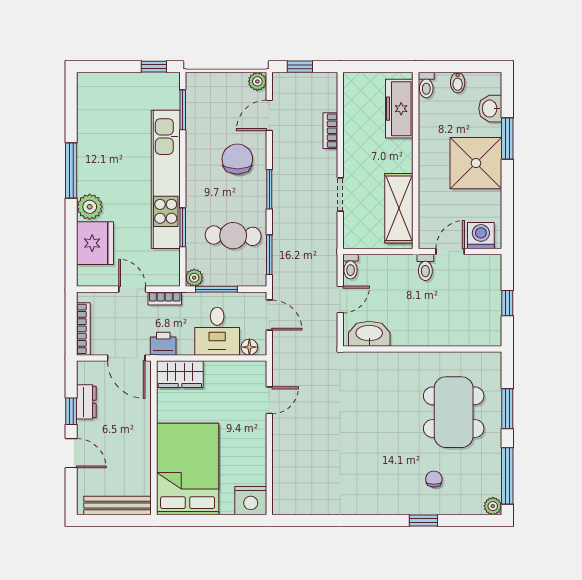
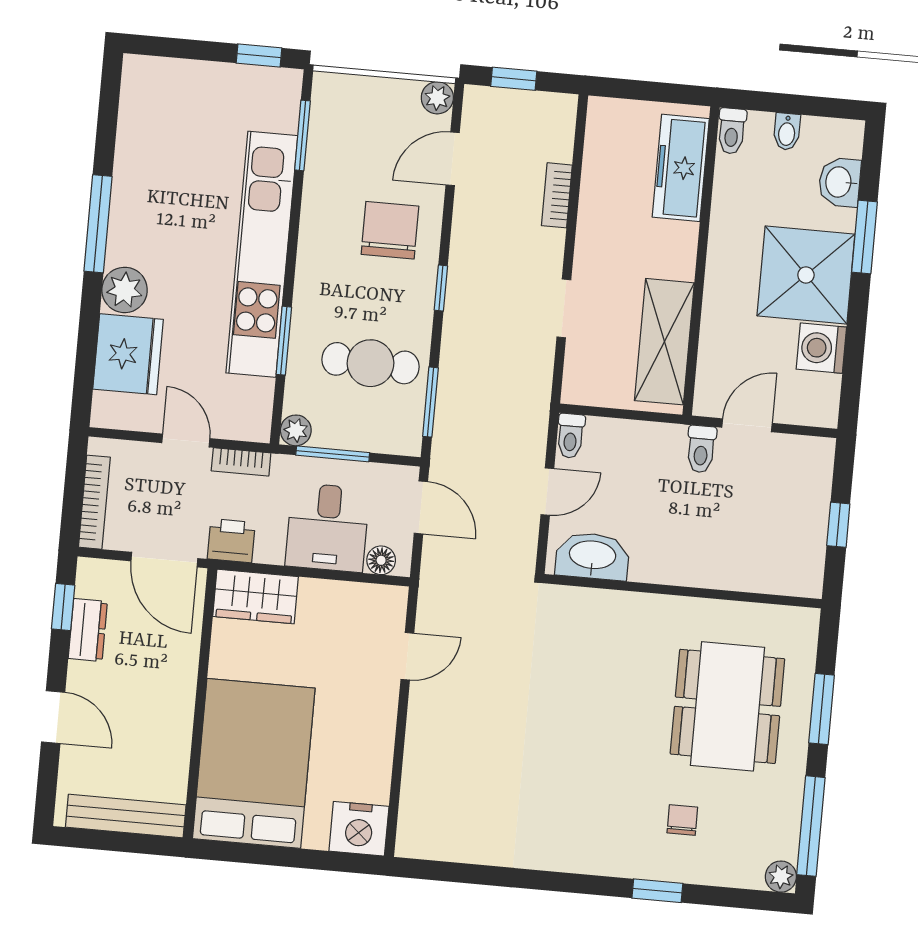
window: (269, 189) -> (441, 288), width x0.67
washing machine: (481, 236) -> (821, 348), moved, turned -90
window: (71, 411) -> (63, 607), moved

